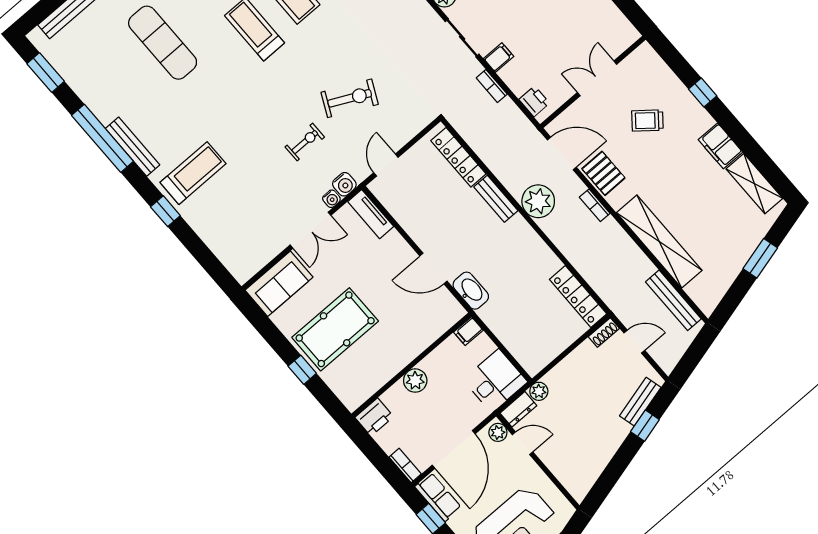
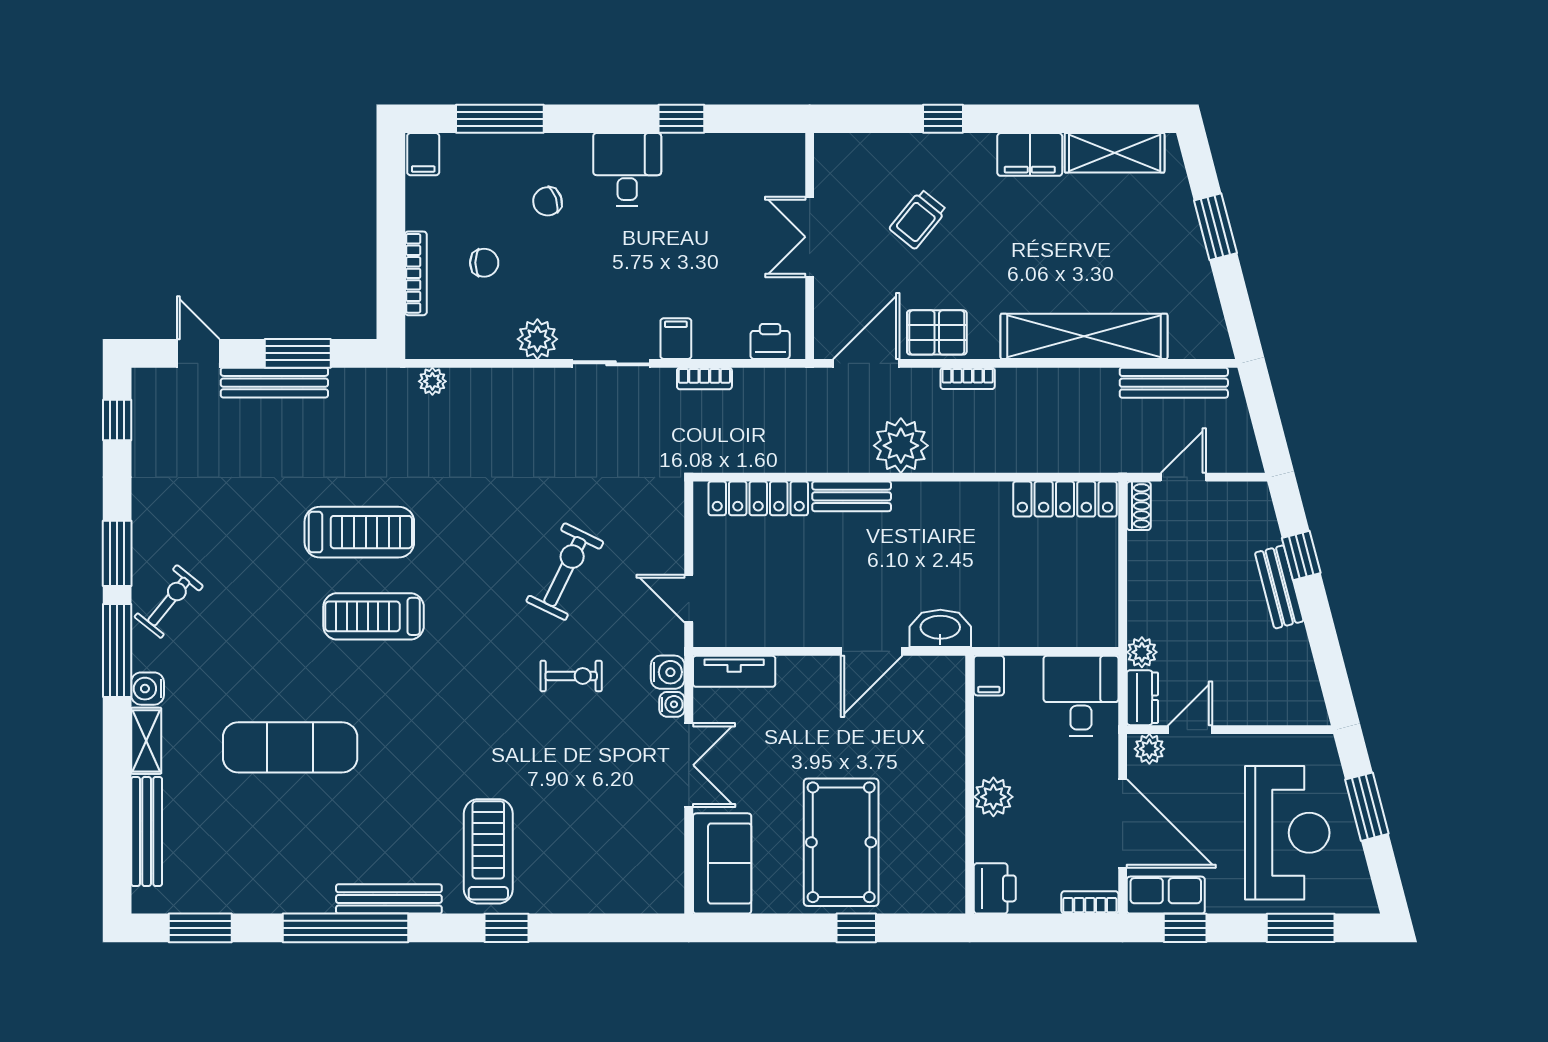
exercise bike: (305, 142) -> (571, 676), turned 90
bench: (640, 402) -> (1279, 587), moved

